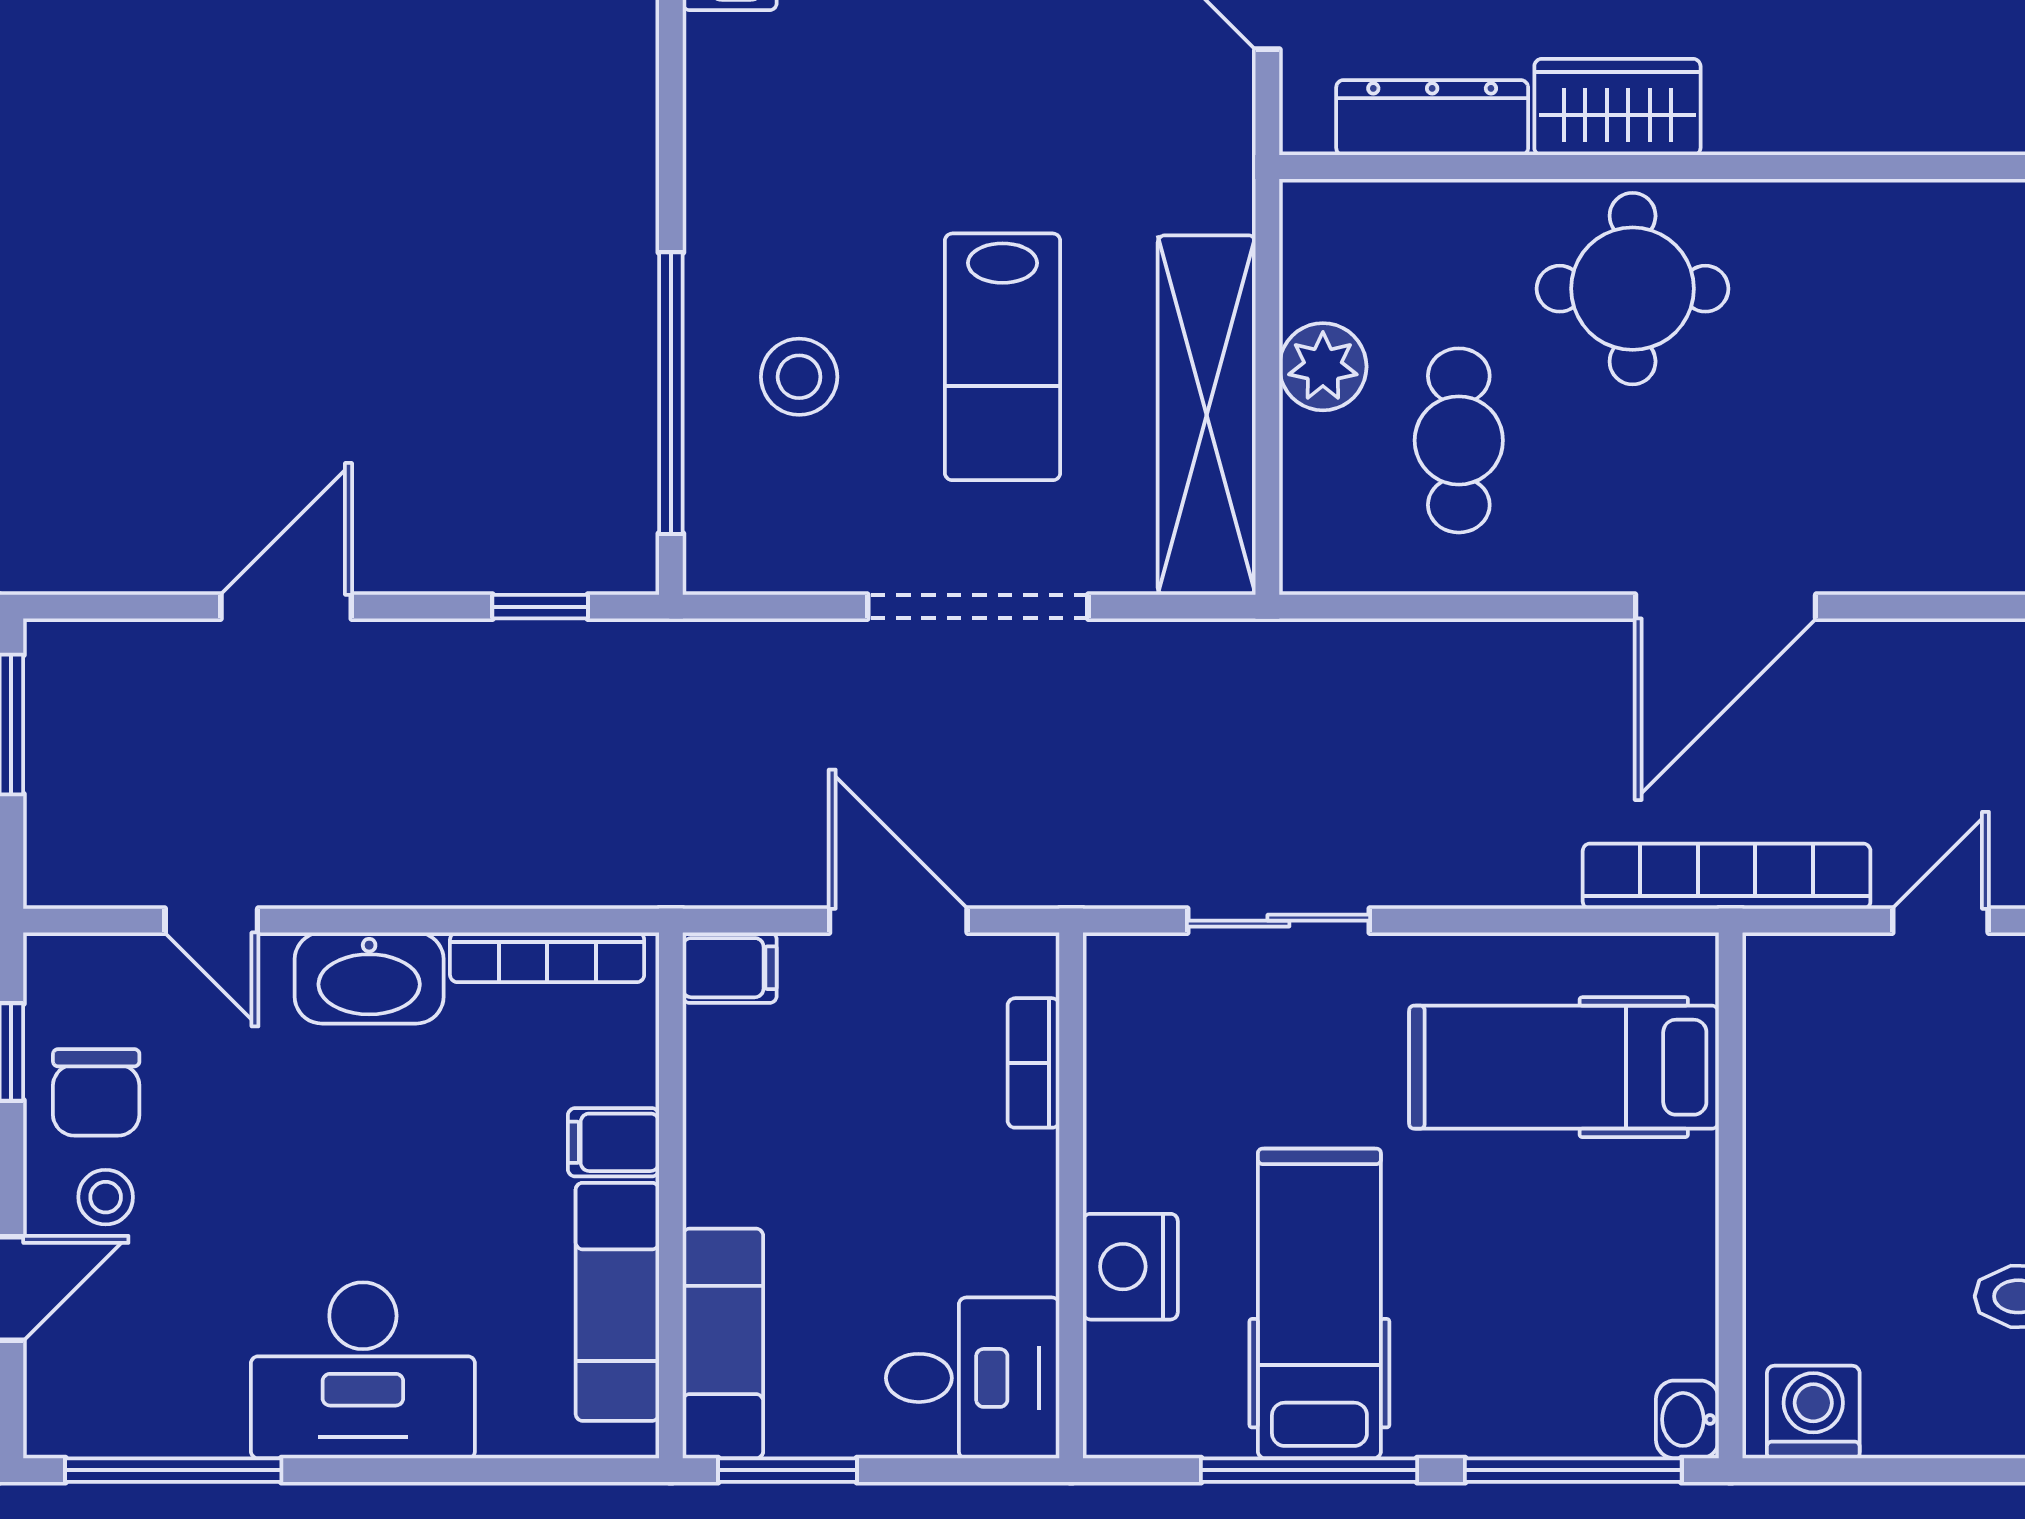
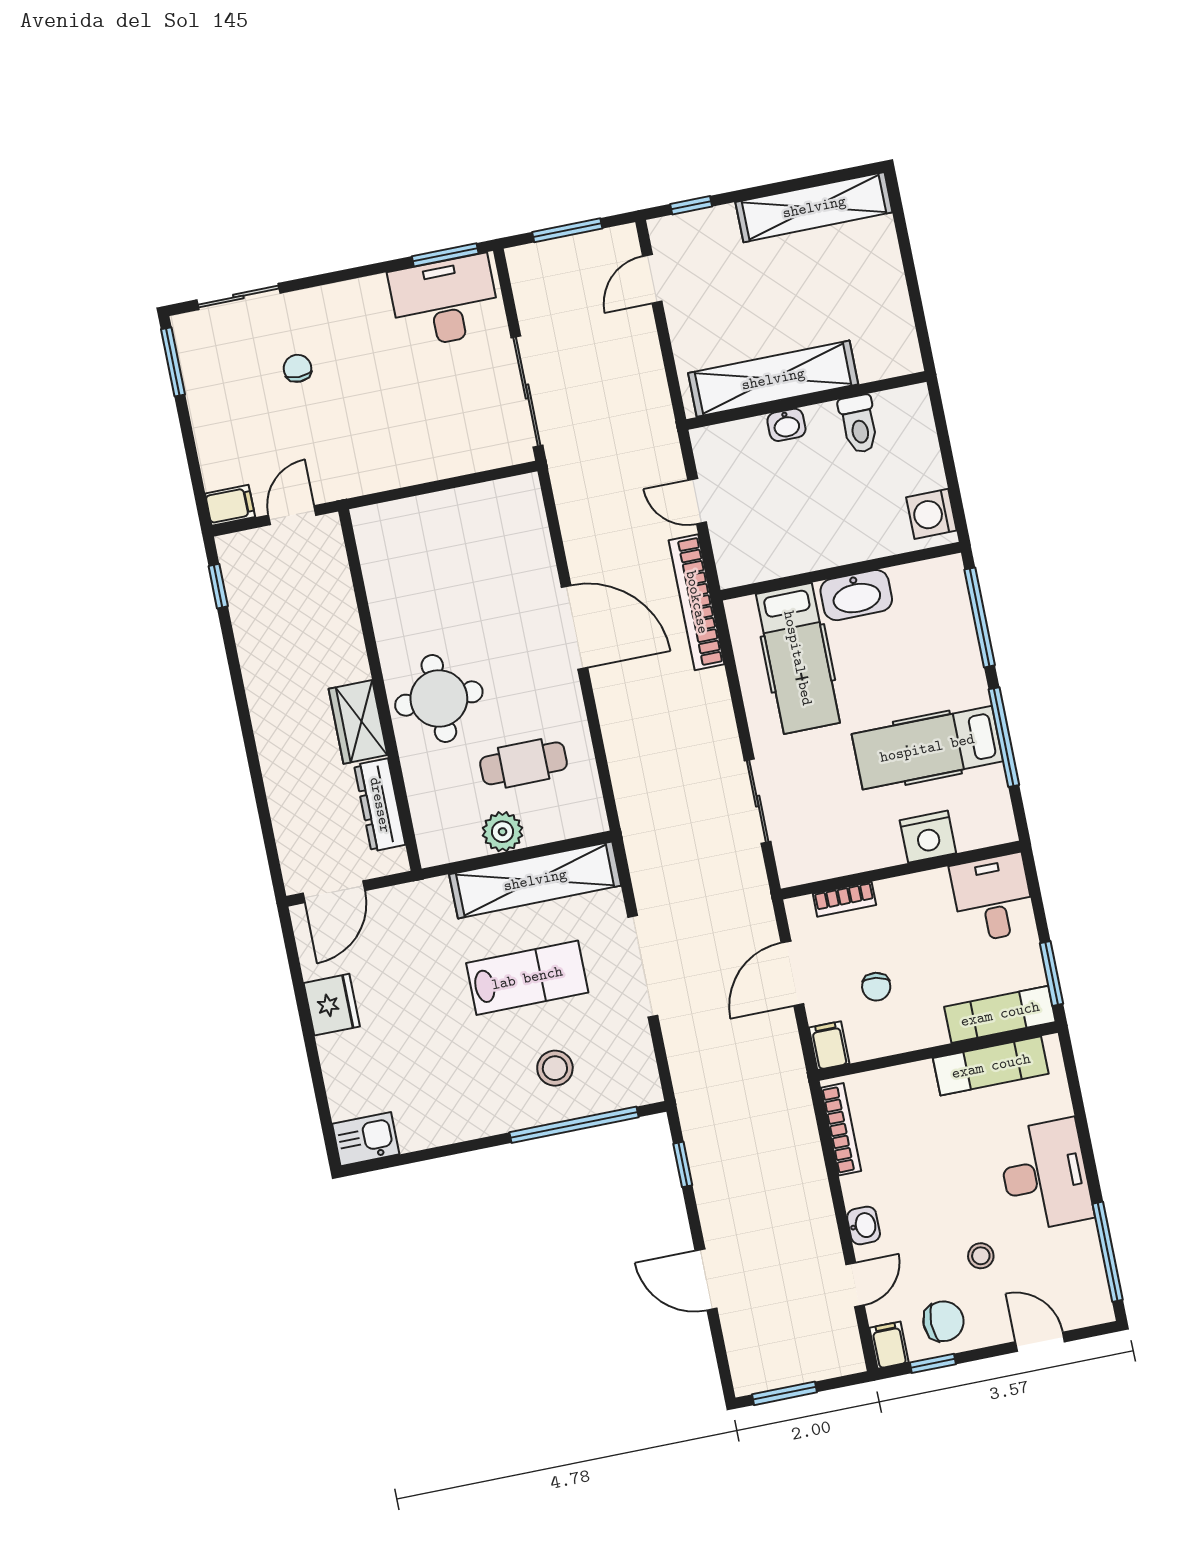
washbasin: (369, 978) -> (864, 1225), width x0.52, depth x0.69
chair: (834, 1093) -> (876, 987), added
filing cabinet: (613, 1142) -> (889, 1345), moved, turned 180
stool: (106, 1197) -> (981, 1256), moved
washbasin: (1687, 1419) -> (856, 595), moved, width x1.91, depth x1.45

